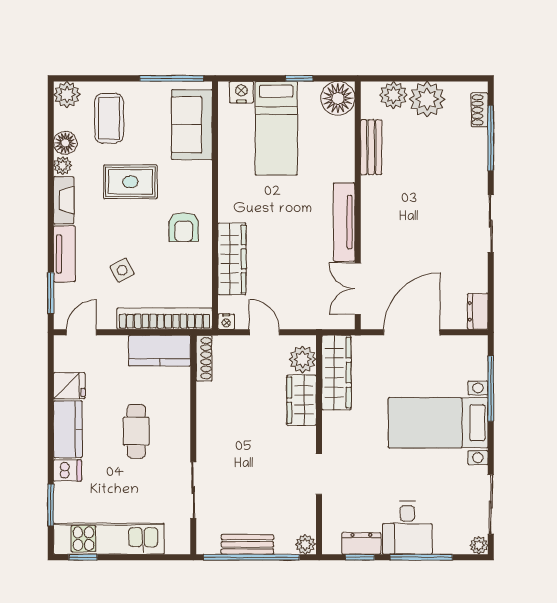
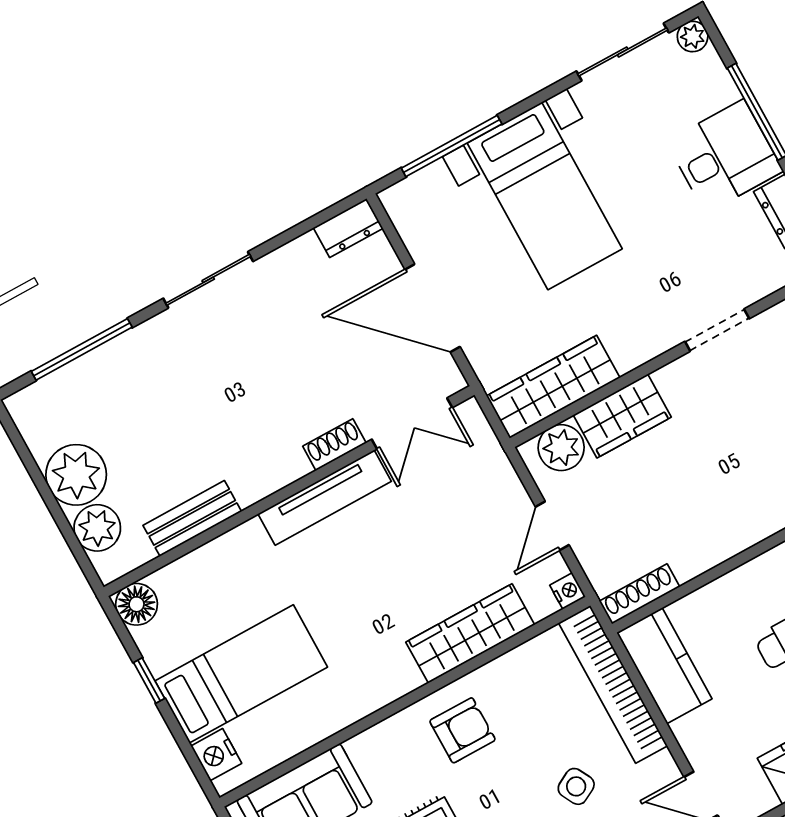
floor lamp: (338, 98) -> (137, 604), width x0.73, depth x0.73
shoe rack: (480, 110) -> (334, 445), moved, turned 180

